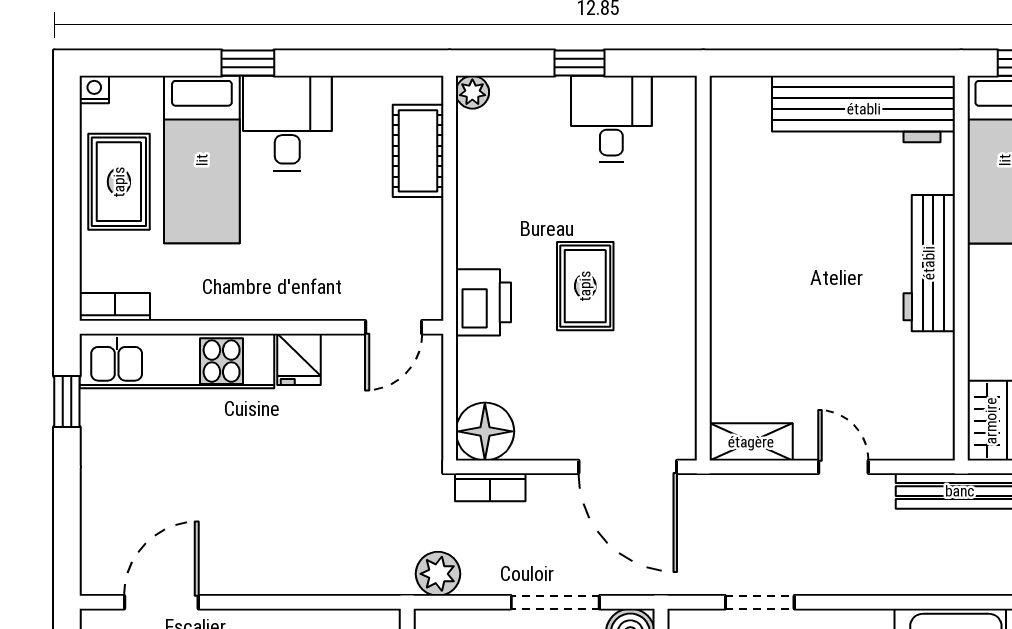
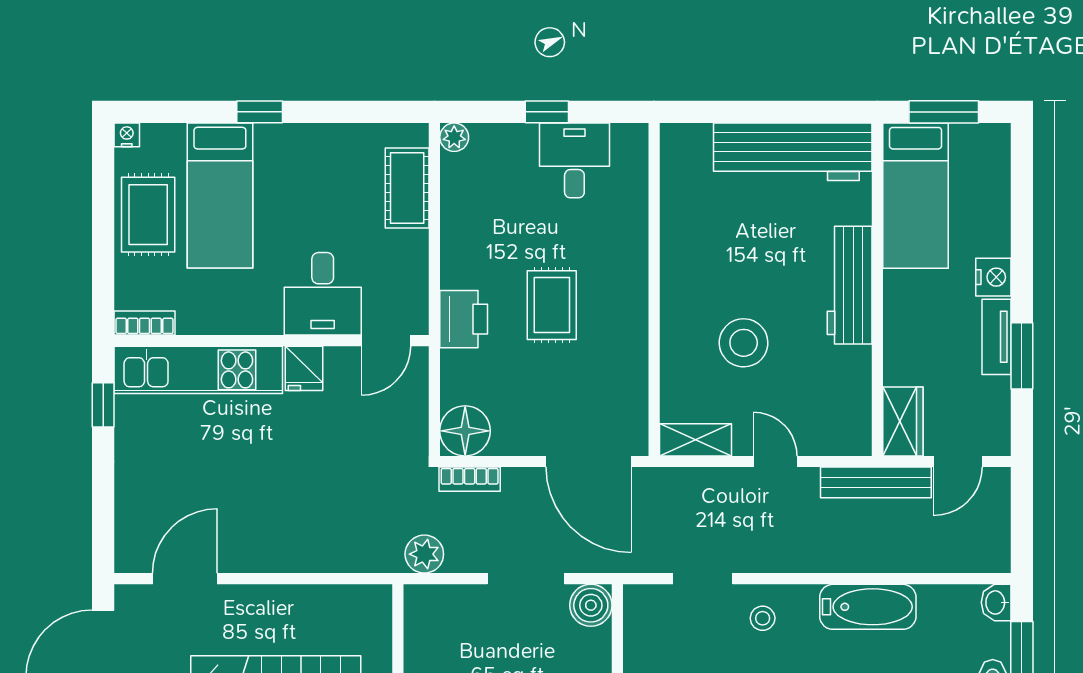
desk: (287, 123) -> (323, 294), moved, turned 180
stool: (807, 330) -> (744, 343), added

